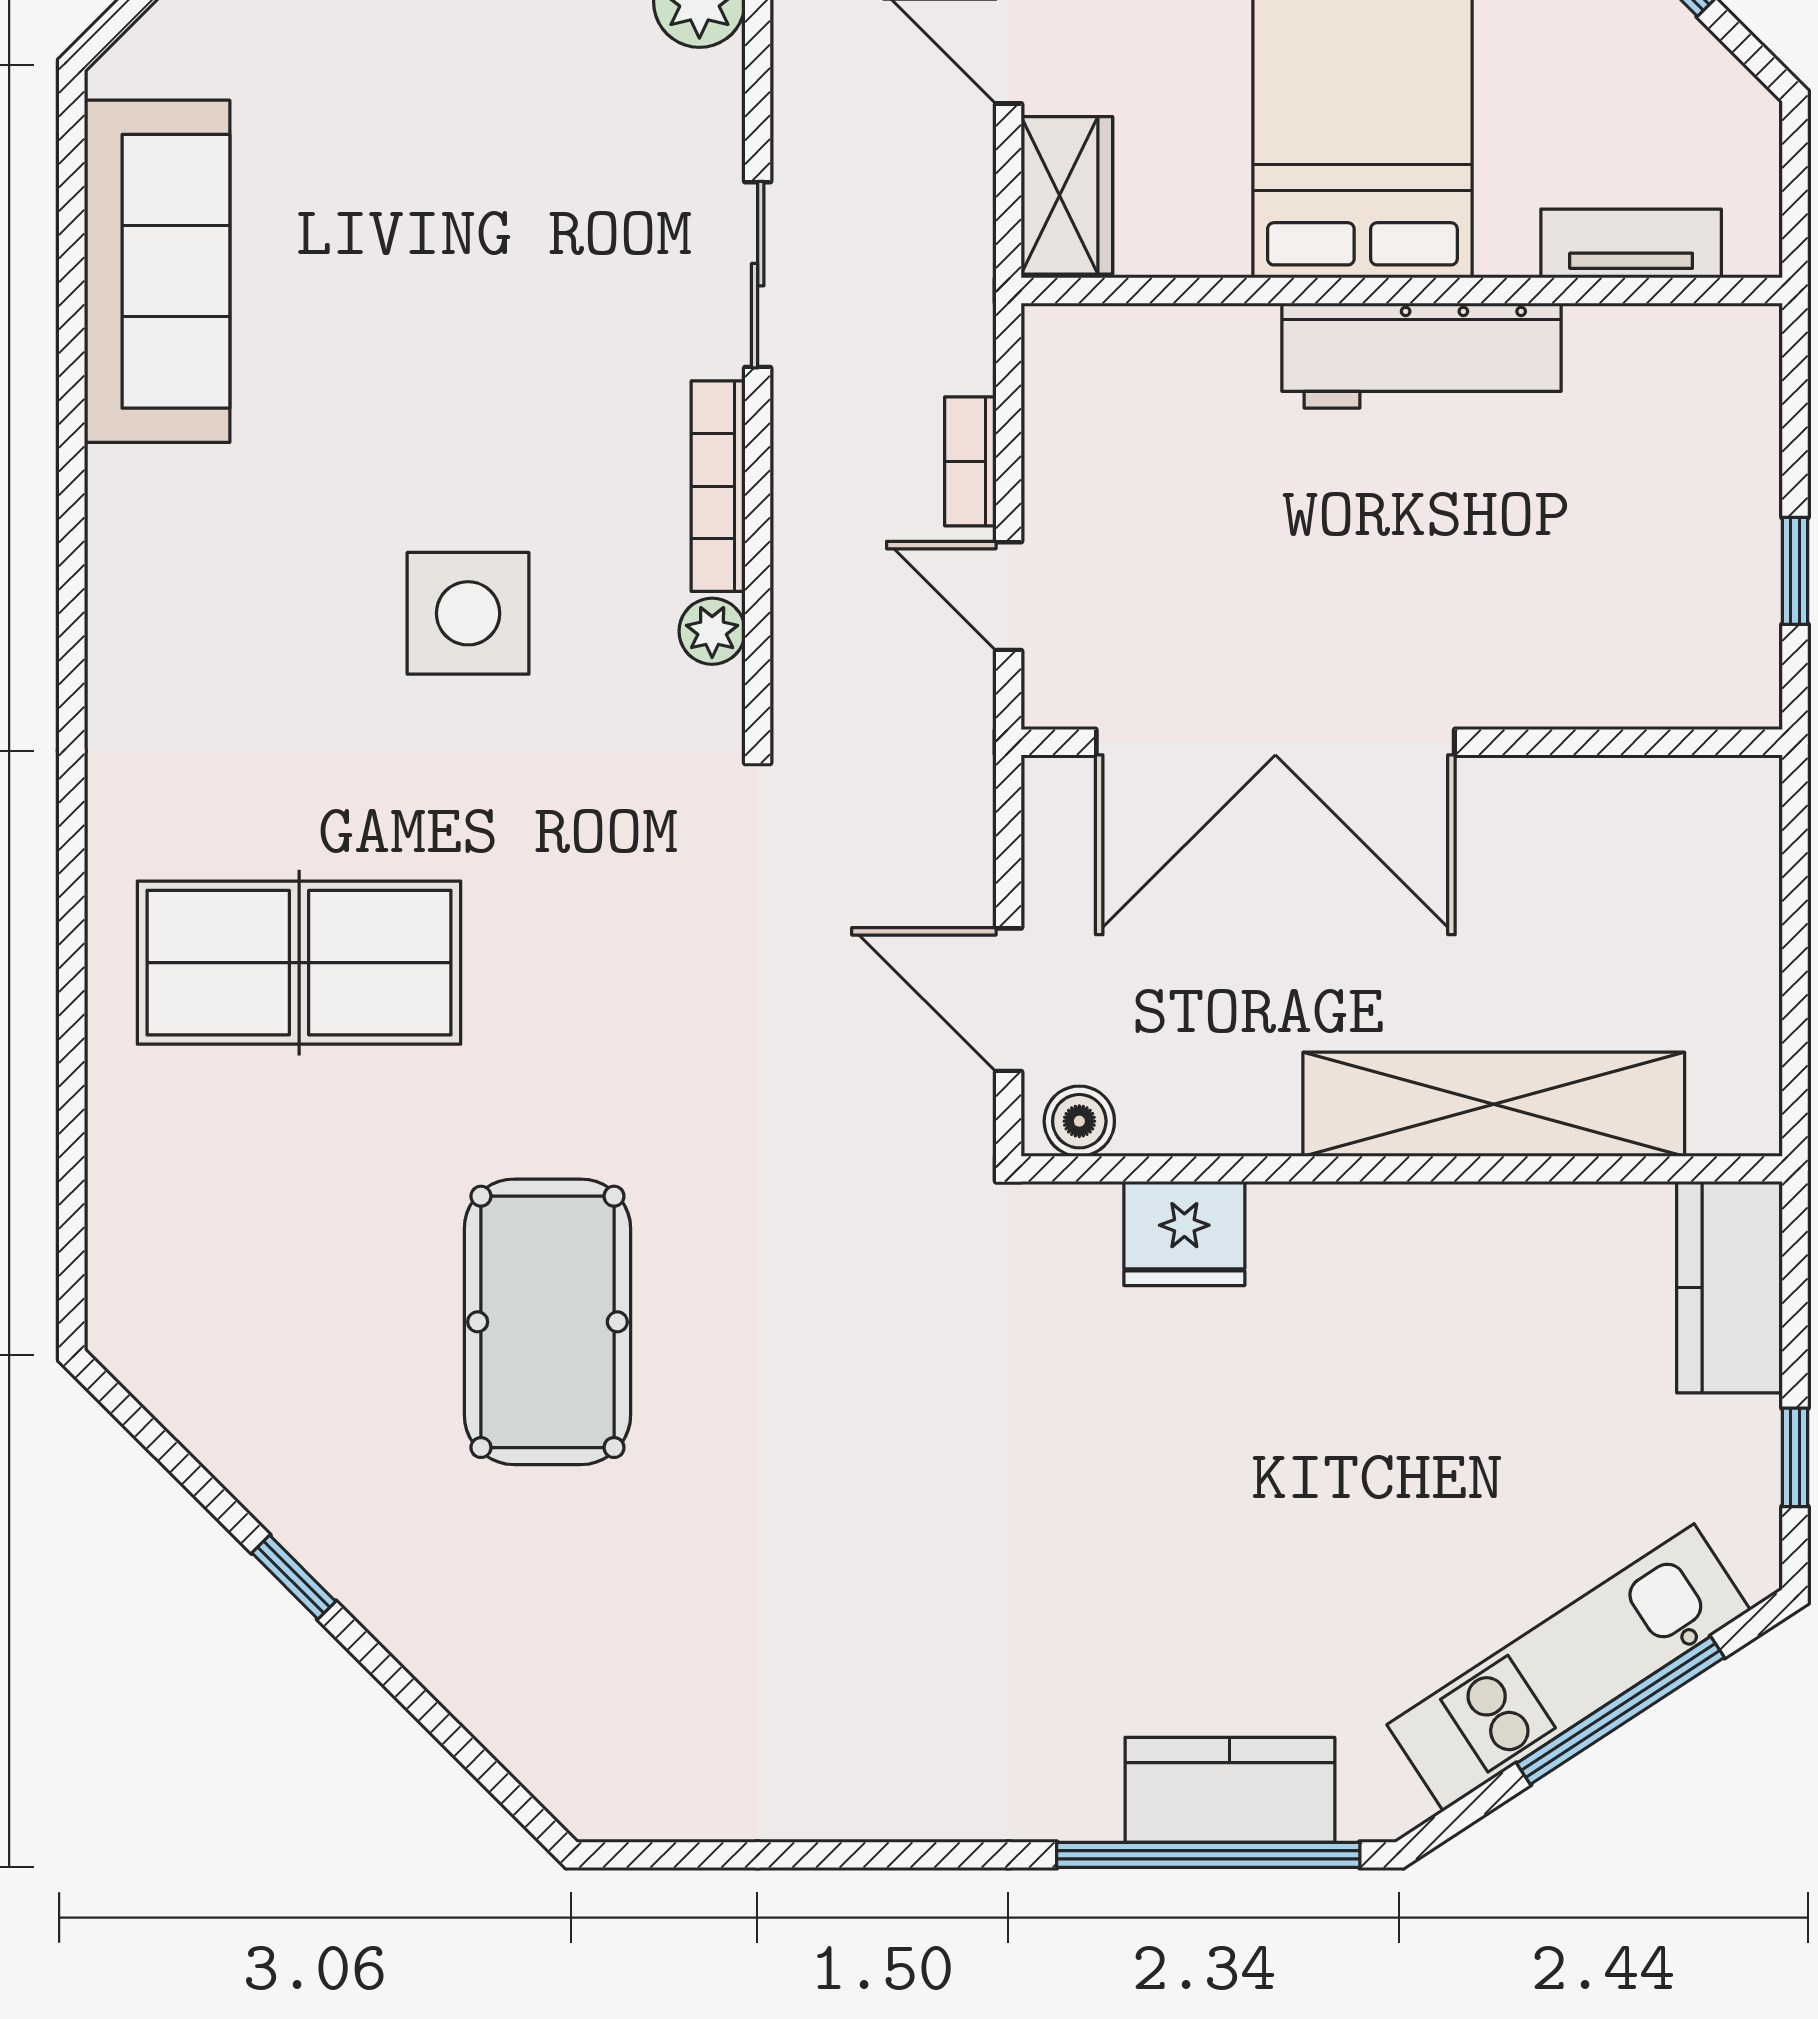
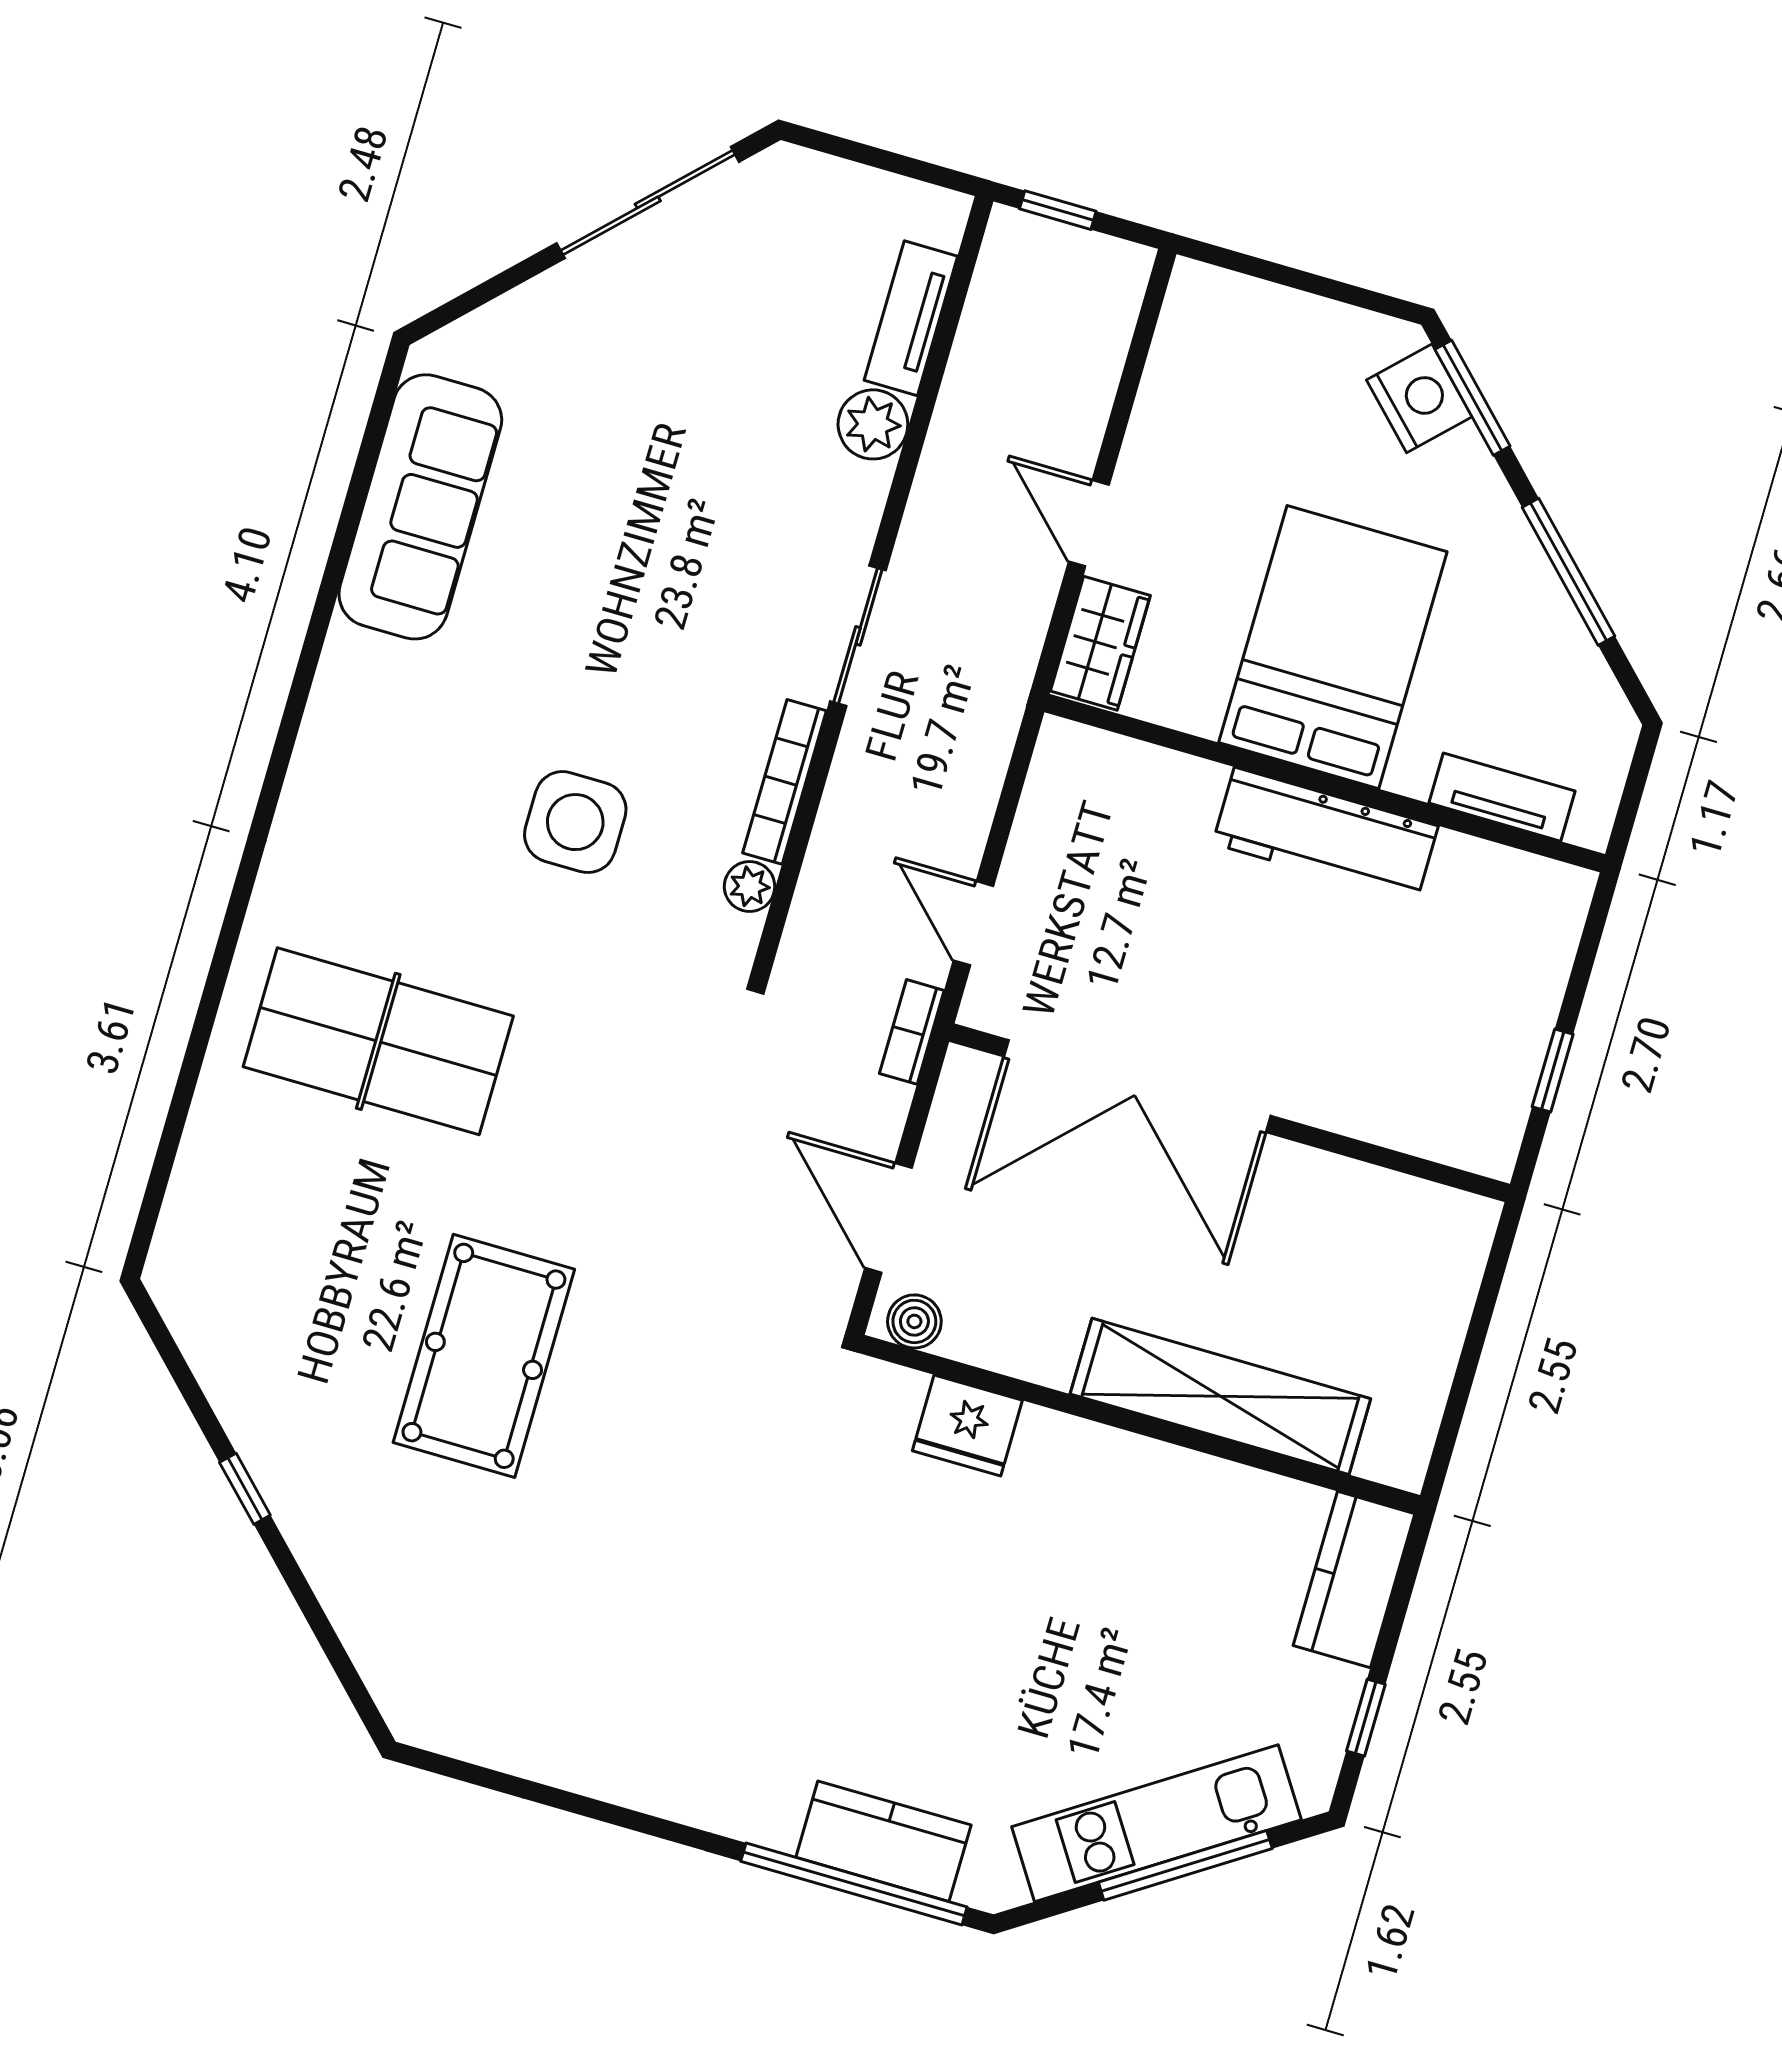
bookcase: (970, 461) -> (912, 1032), moved

